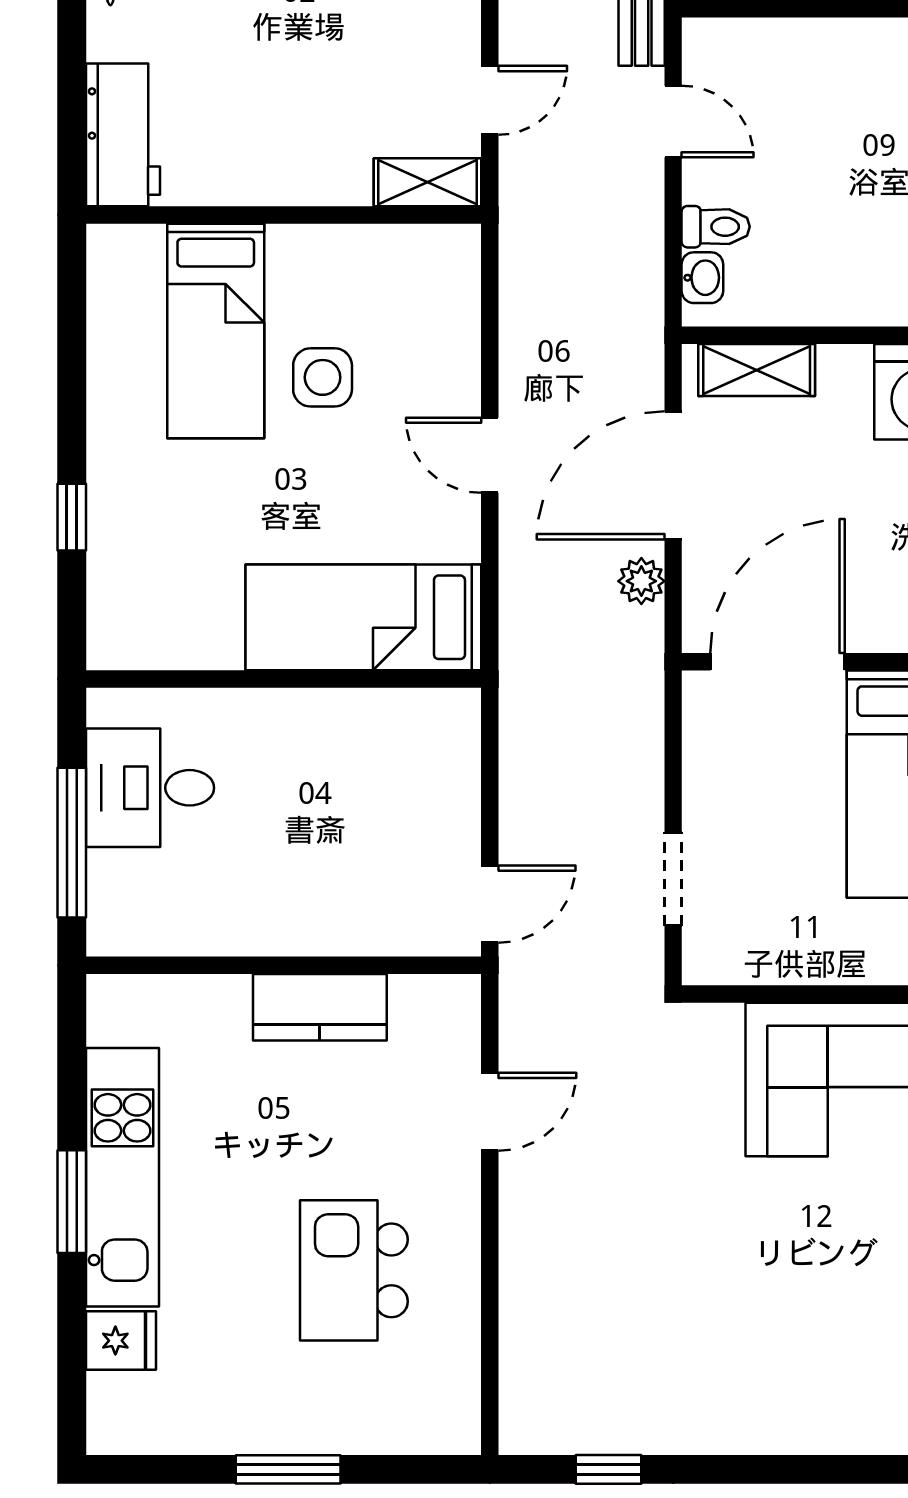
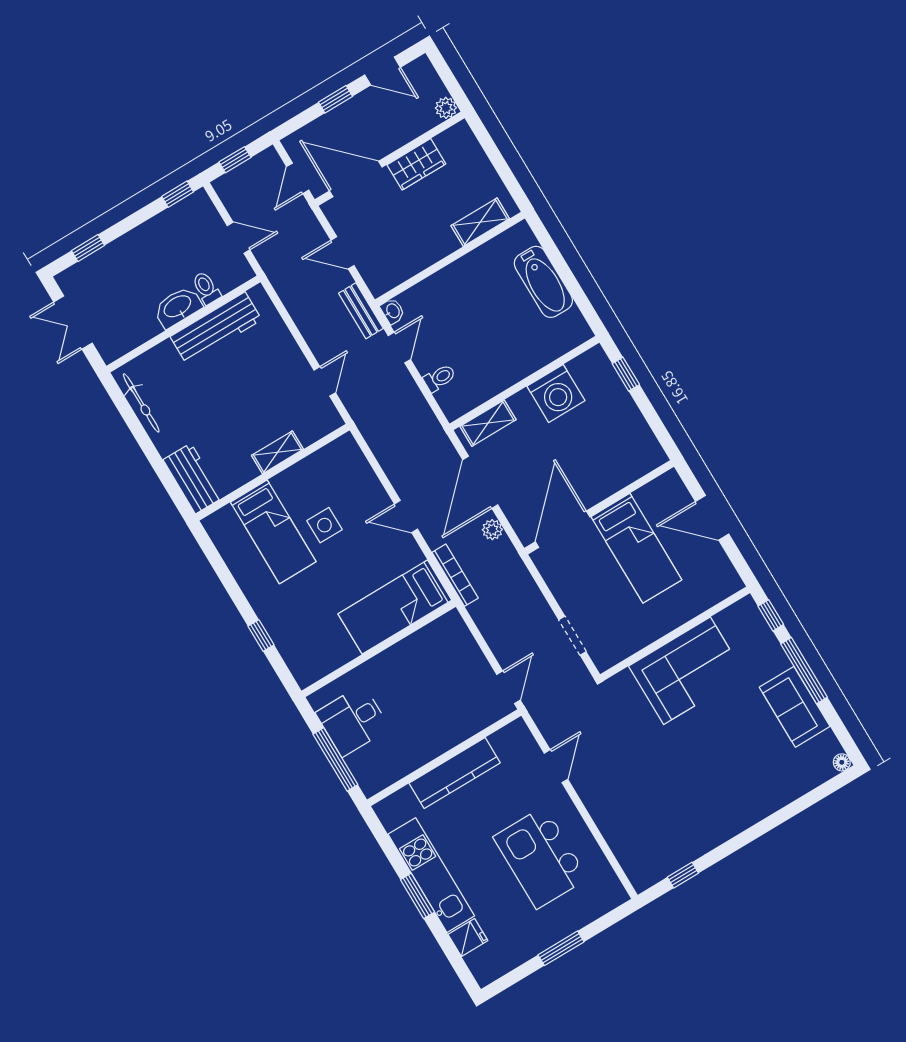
door: (673, 121) -> (399, 348), hinge flipped
shelving: (428, 182) -> (277, 452), moved
washbasin: (702, 278) -> (393, 311), moved
bookcase: (517, 626) -> (455, 575), added
kitchen counter: (320, 1007) -> (455, 773), width x1.50
kitchen island: (354, 1270) -> (540, 858), width x1.37, depth x1.28

